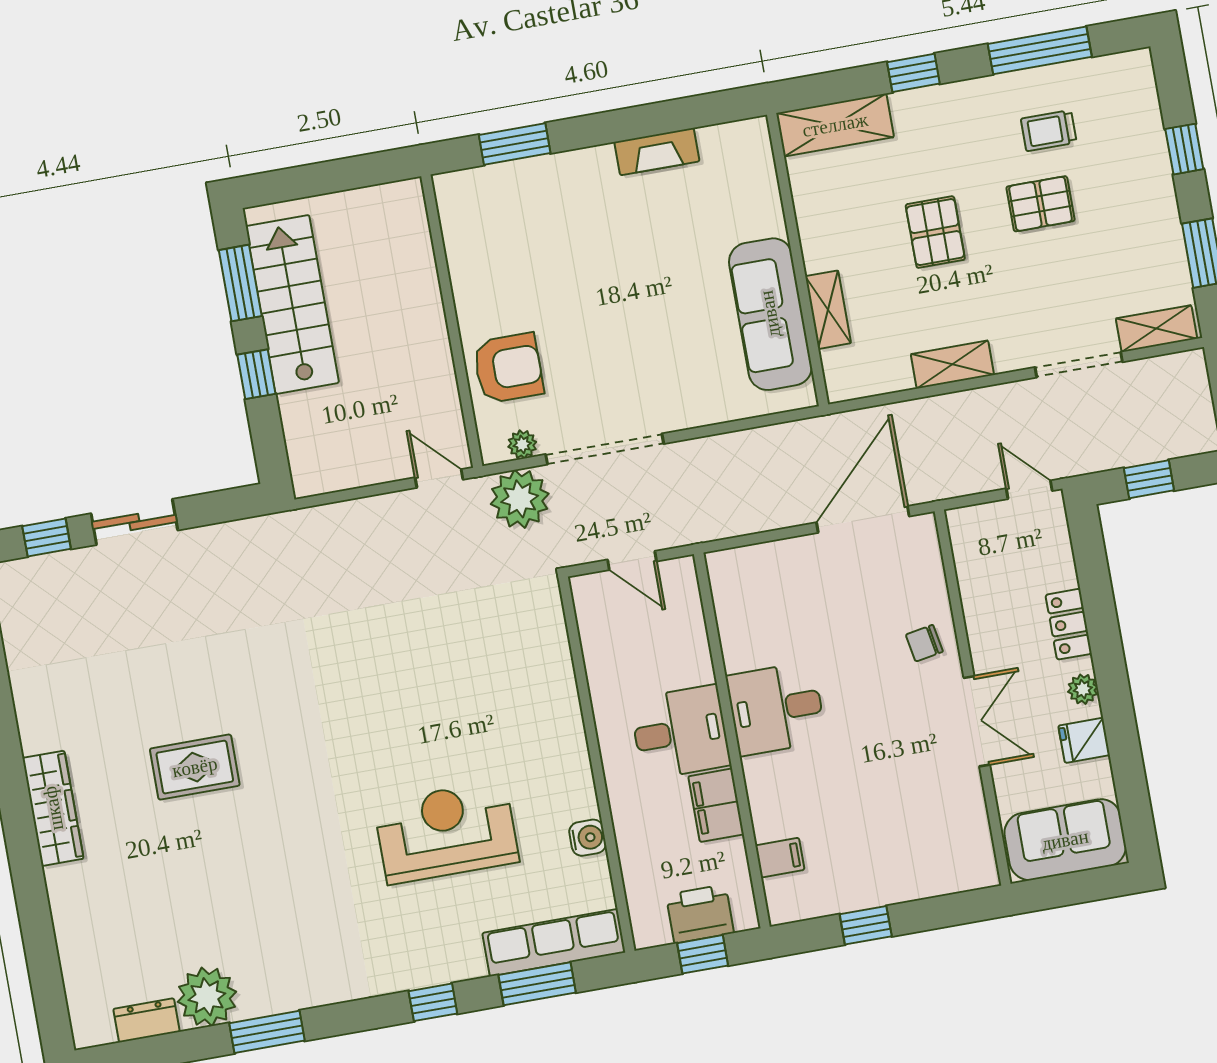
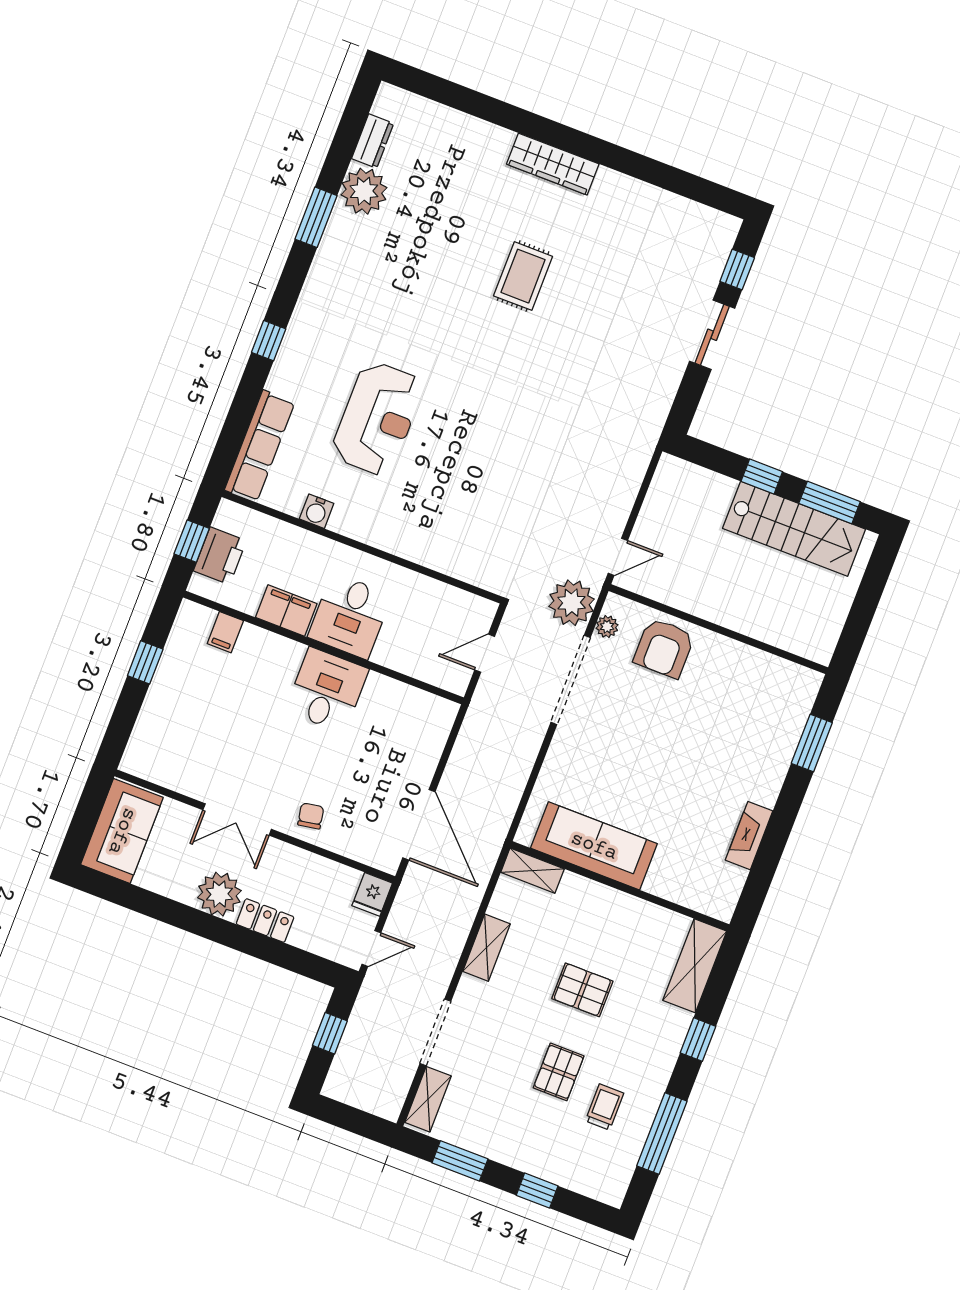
shelving: (828, 310) -> (532, 871), moved
plant: (1083, 689) -> (219, 894), width x1.88, depth x1.88
fridge: (1084, 740) -> (372, 894), moved, turned 180
window: (537, 984) -> (239, 418), removed

